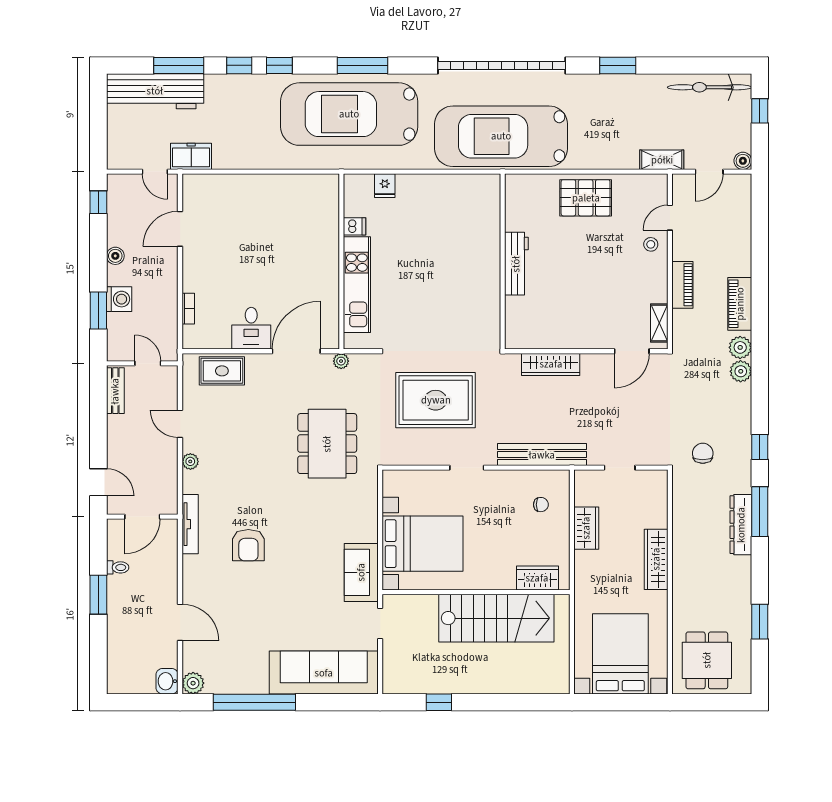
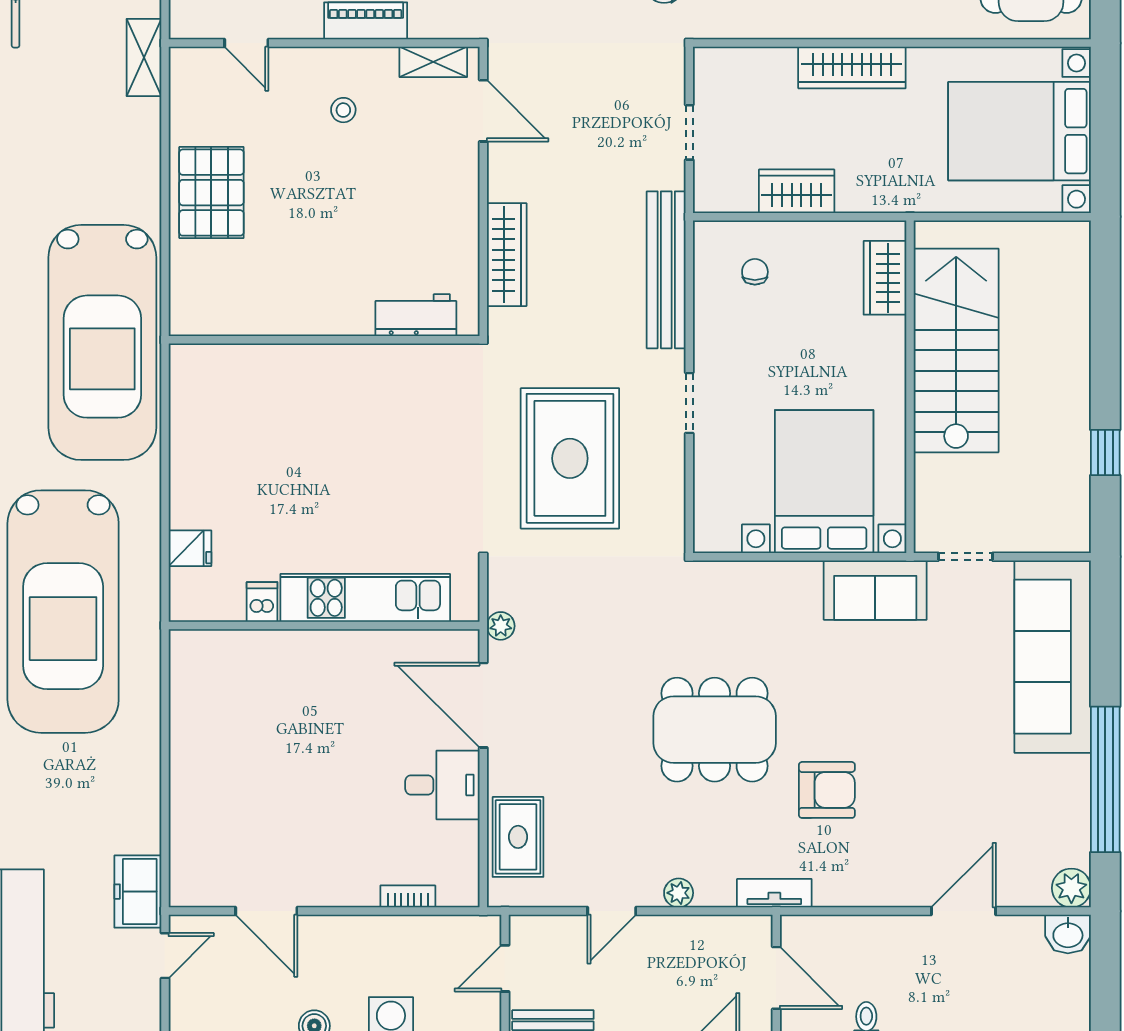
stool: (651, 244) -> (343, 110), moved
workbench: (516, 264) -> (416, 315), moved, width x0.73
dining table: (327, 444) -> (715, 730), moved
tv unit: (190, 524) -> (774, 893), width x0.71

